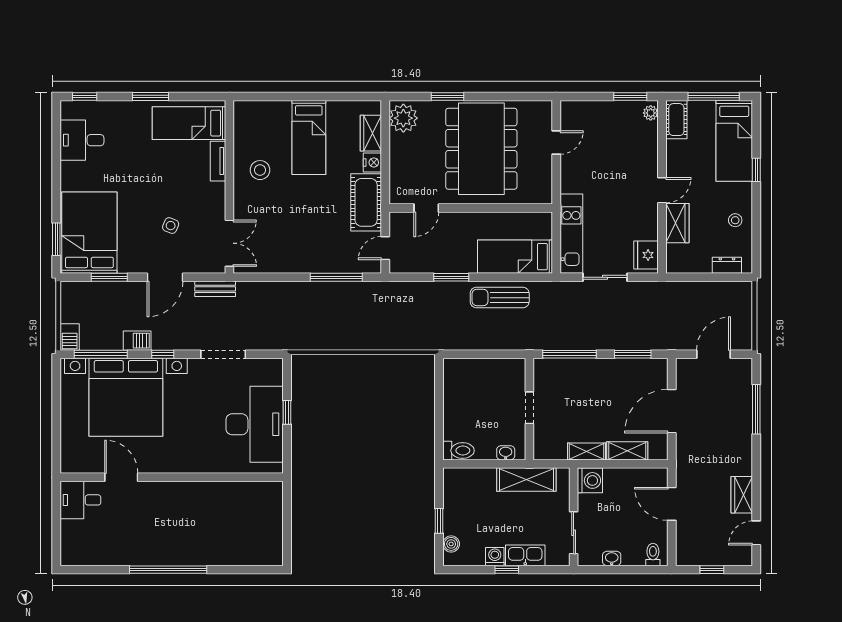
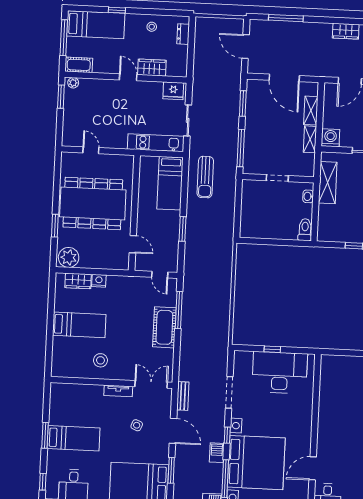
bed: (189, 123) -> (73, 438), moved, turned -90
tv unit: (218, 161) -> (118, 391), moved
cot: (366, 202) -> (164, 327), moved, turned 90
sun lounger: (500, 298) -> (205, 177), moved

